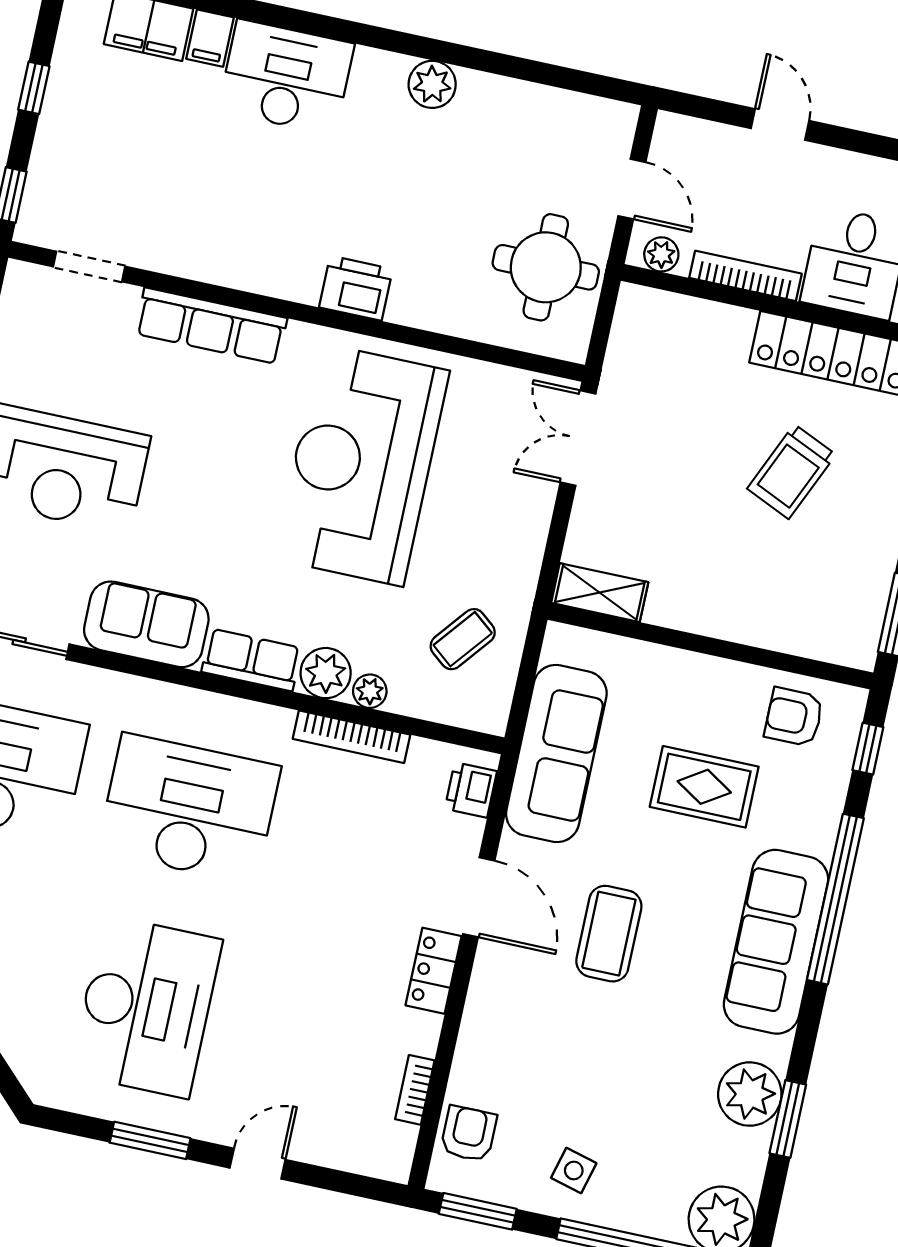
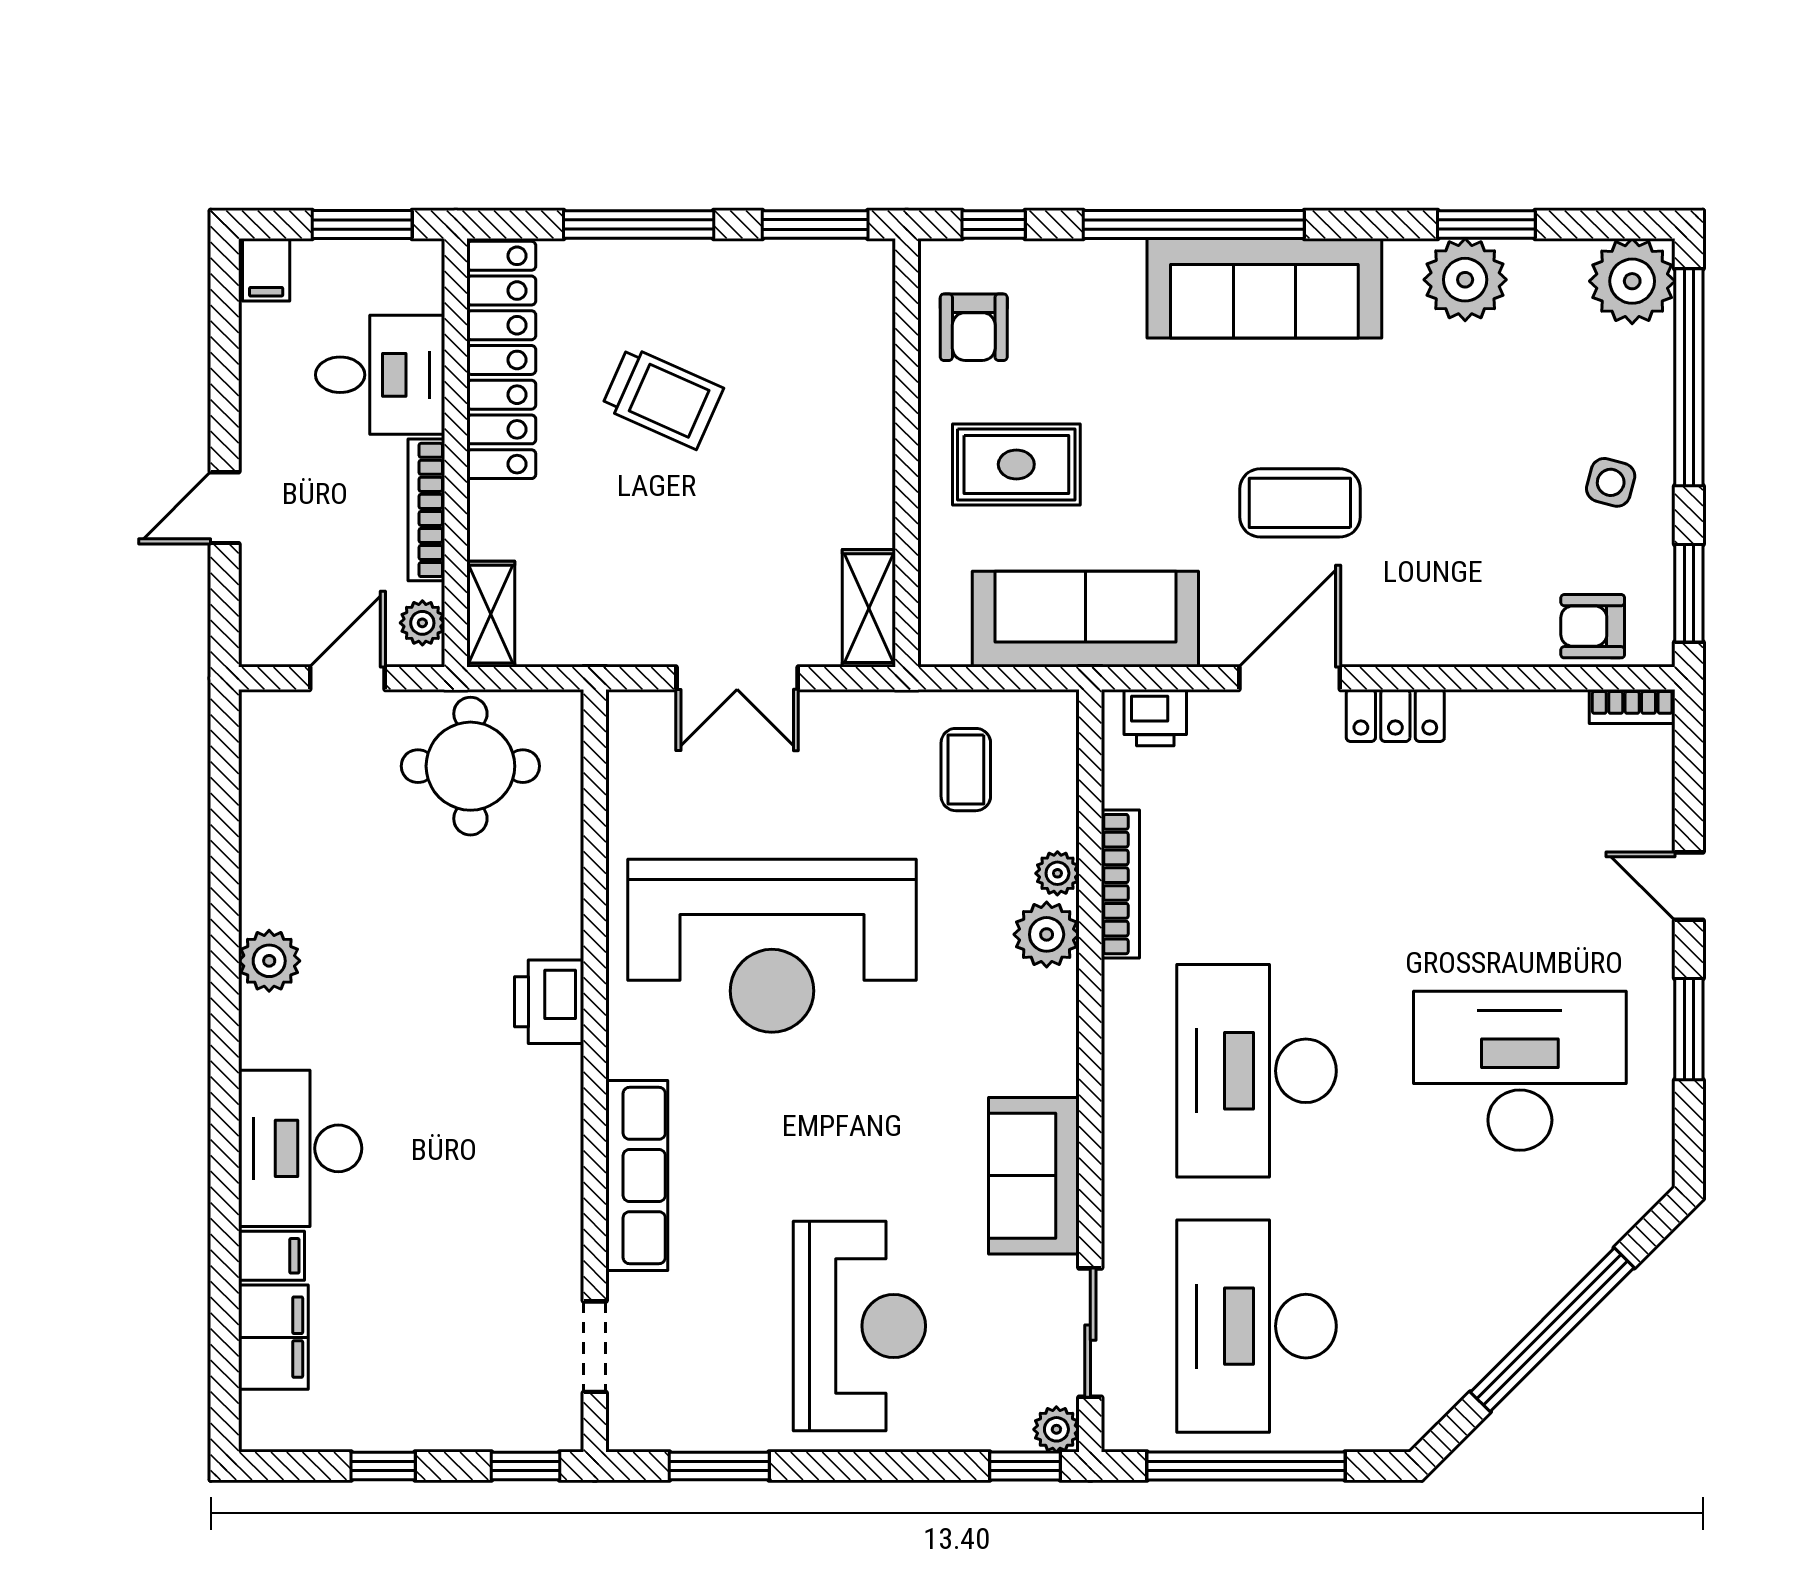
shelving: (657, 307) -> (491, 614), added
double door: (578, 438) -> (737, 678), moved
coffee table: (463, 639) -> (966, 770), turned 51
row of seats: (252, 660) -> (1050, 1032), removed
rug: (704, 787) -> (1016, 464), moved, turned 90
bookcase: (415, 1090) -> (1632, 707), moved

